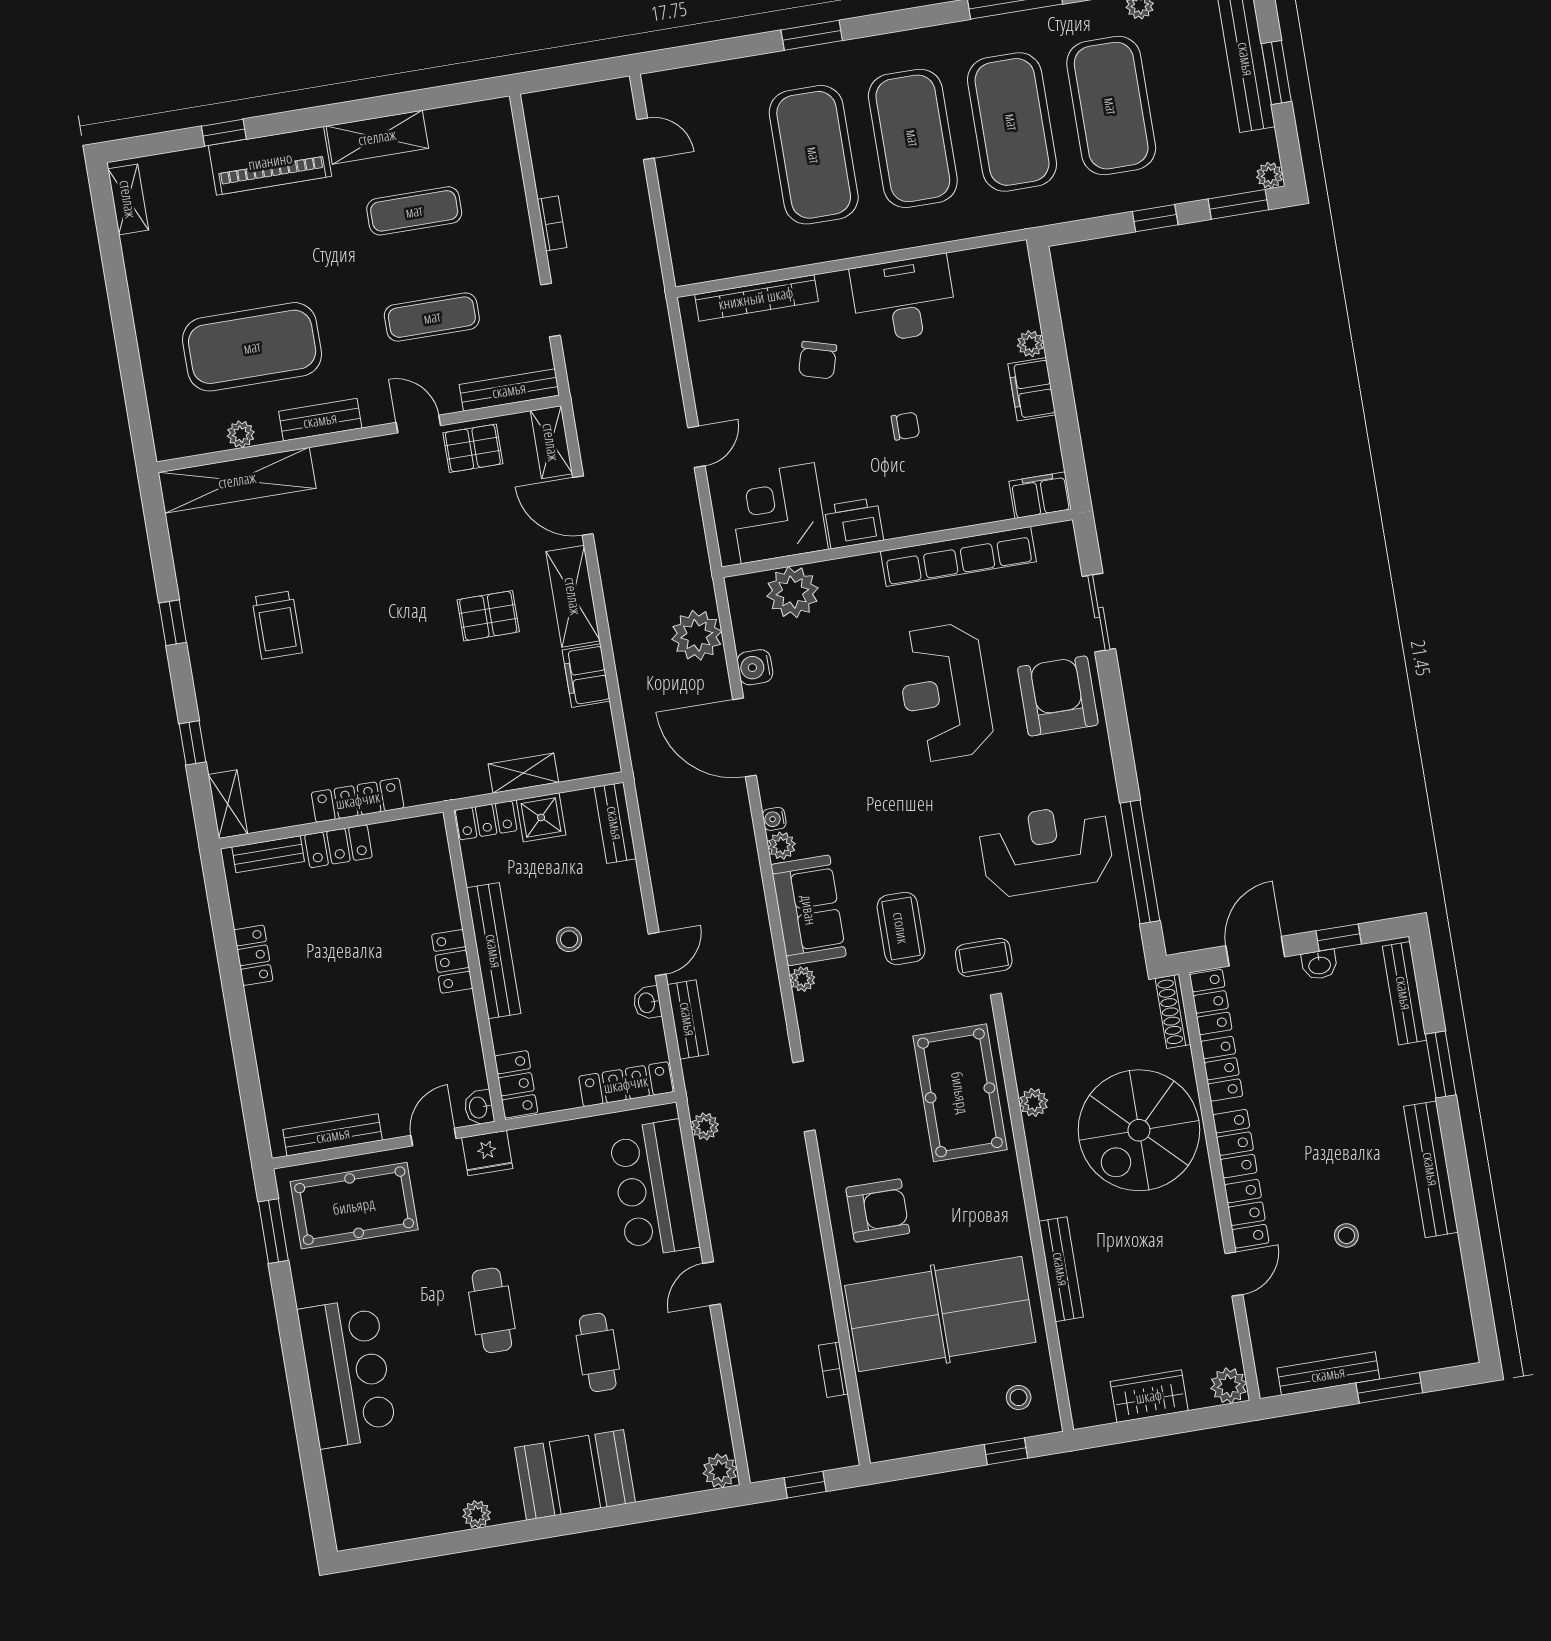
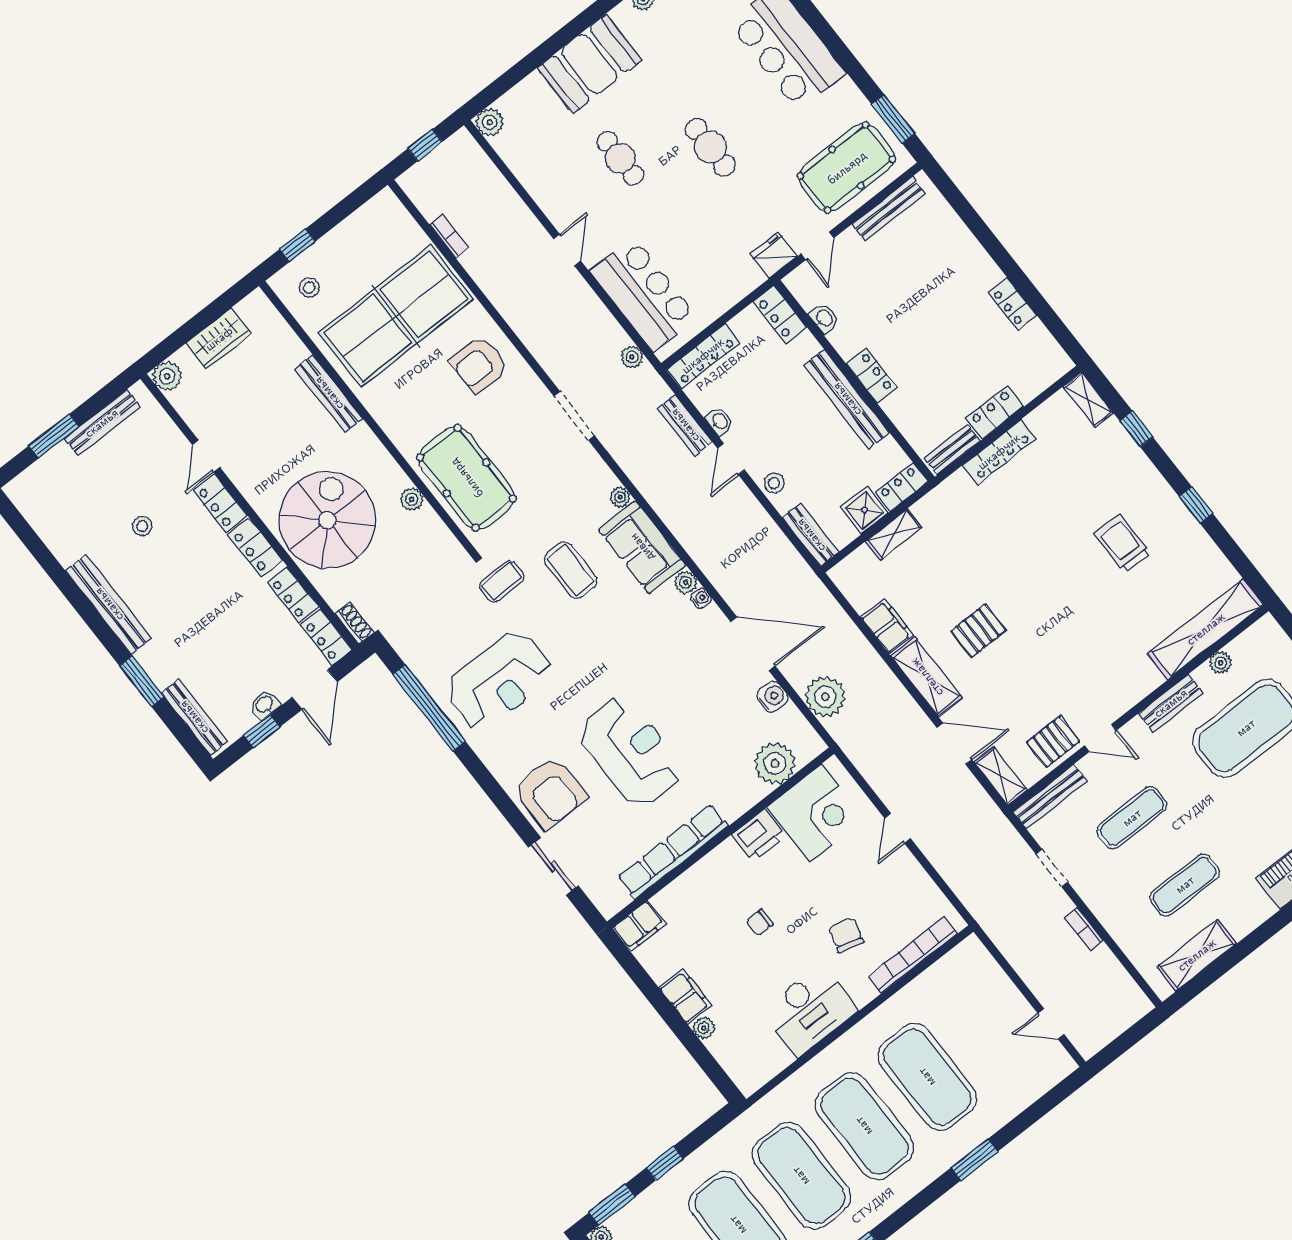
shelving: (377, 137) -> (1197, 955), moved
bench: (268, 854) -> (952, 449), moved
stool: (569, 939) -> (774, 483), moved
shoe rack: (1173, 1011) -> (354, 623), width x0.70
washbasin: (479, 1107) -> (824, 318), moved

